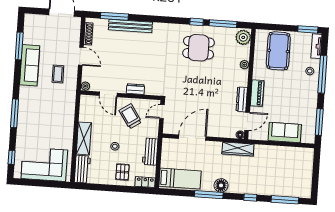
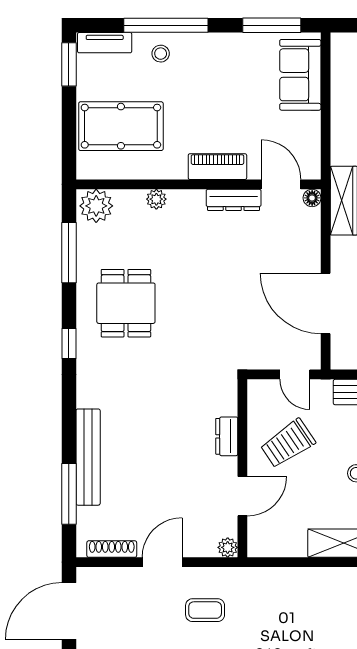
window: (197, 22) -> (69, 344), moved
door: (162, 112) -> (295, 374), moved
sofa: (285, 133) -> (300, 75), moved

